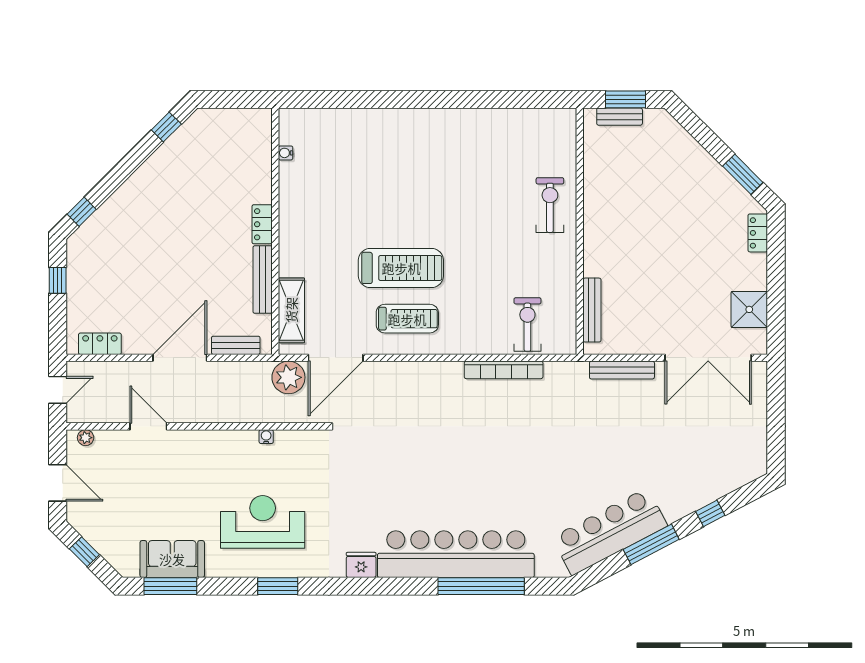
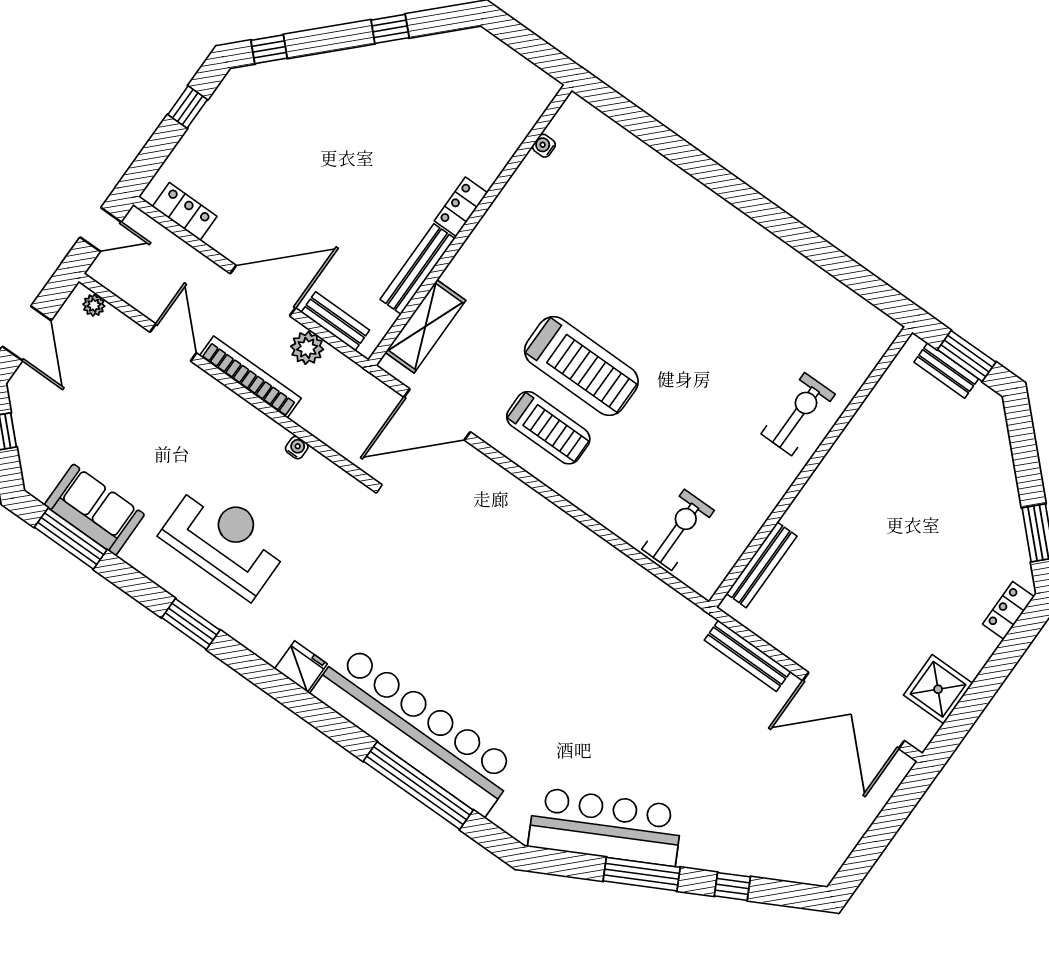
window: (166, 127) -> (390, 29), moved
bookcase: (504, 370) -> (250, 377), moved, turned 180
plant: (288, 377) -> (307, 348), moved, width x0.73, depth x0.73

